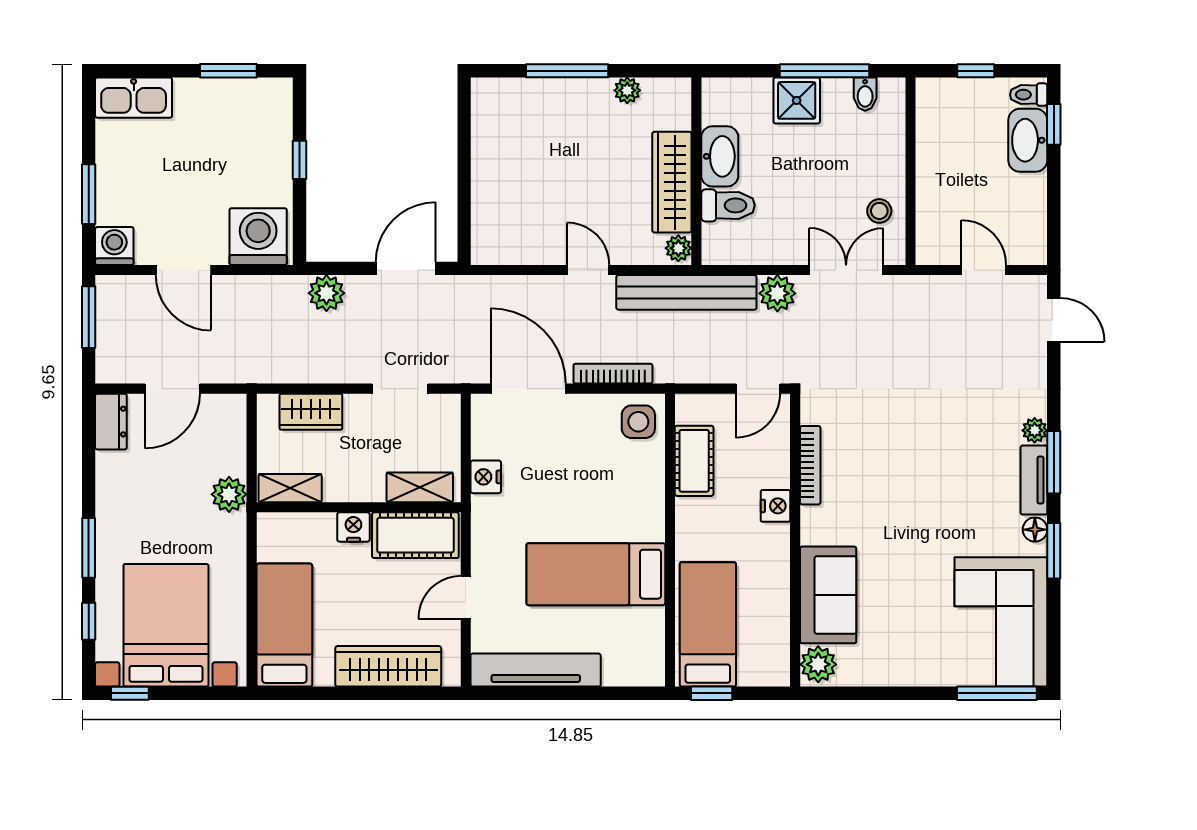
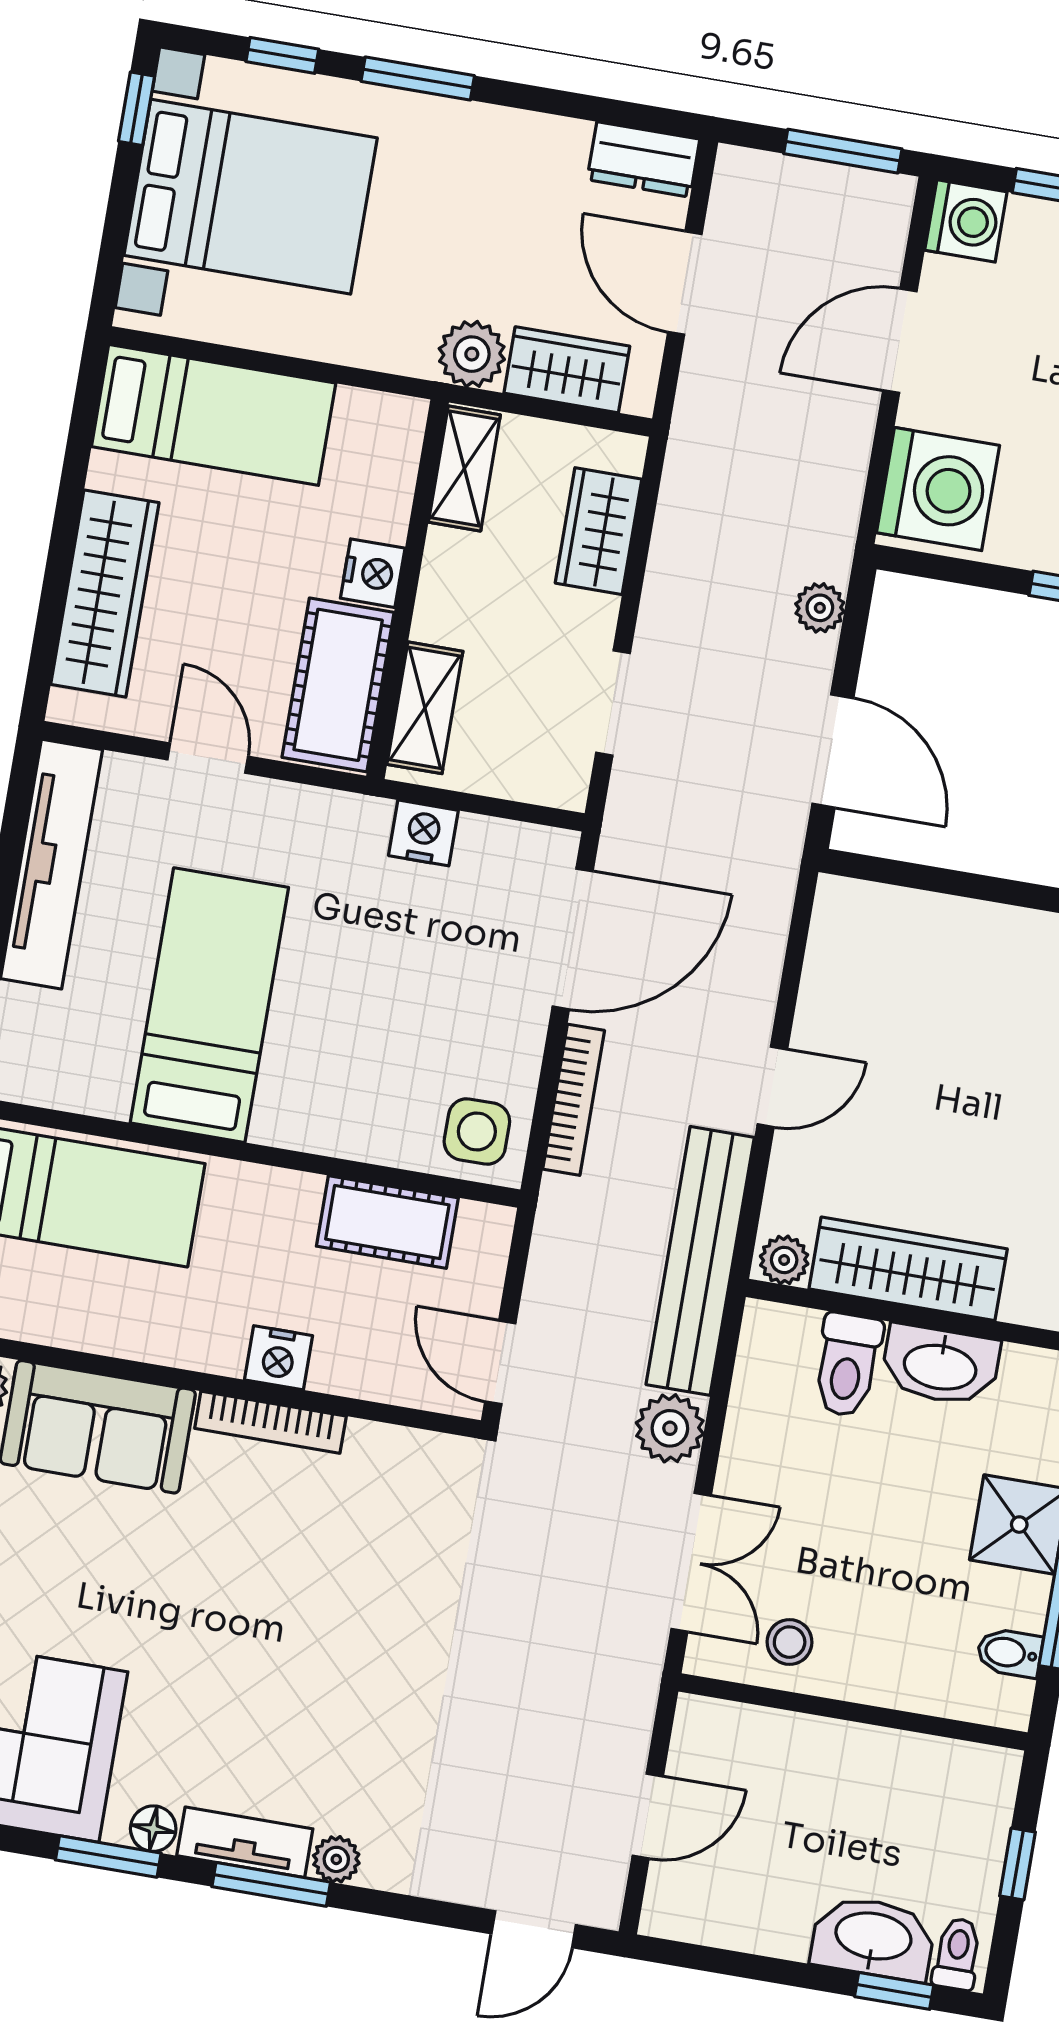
plant: (326, 293) -> (820, 608), width x0.73, depth x0.73
wardrobe: (229, 443) -> (567, 370), added
bookcase: (810, 465) -> (270, 1422), moved

